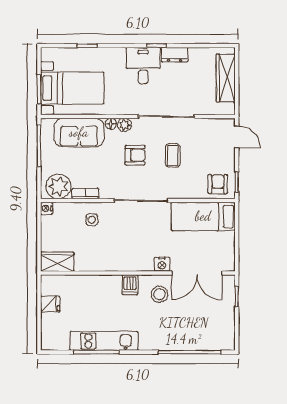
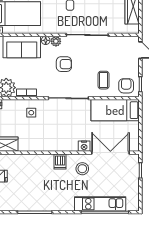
coffee table: (173, 155) -> (104, 80), moved
double door: (197, 273) -> (110, 153), swing flipped
kitchen unit: (104, 341) -> (100, 204), moved

